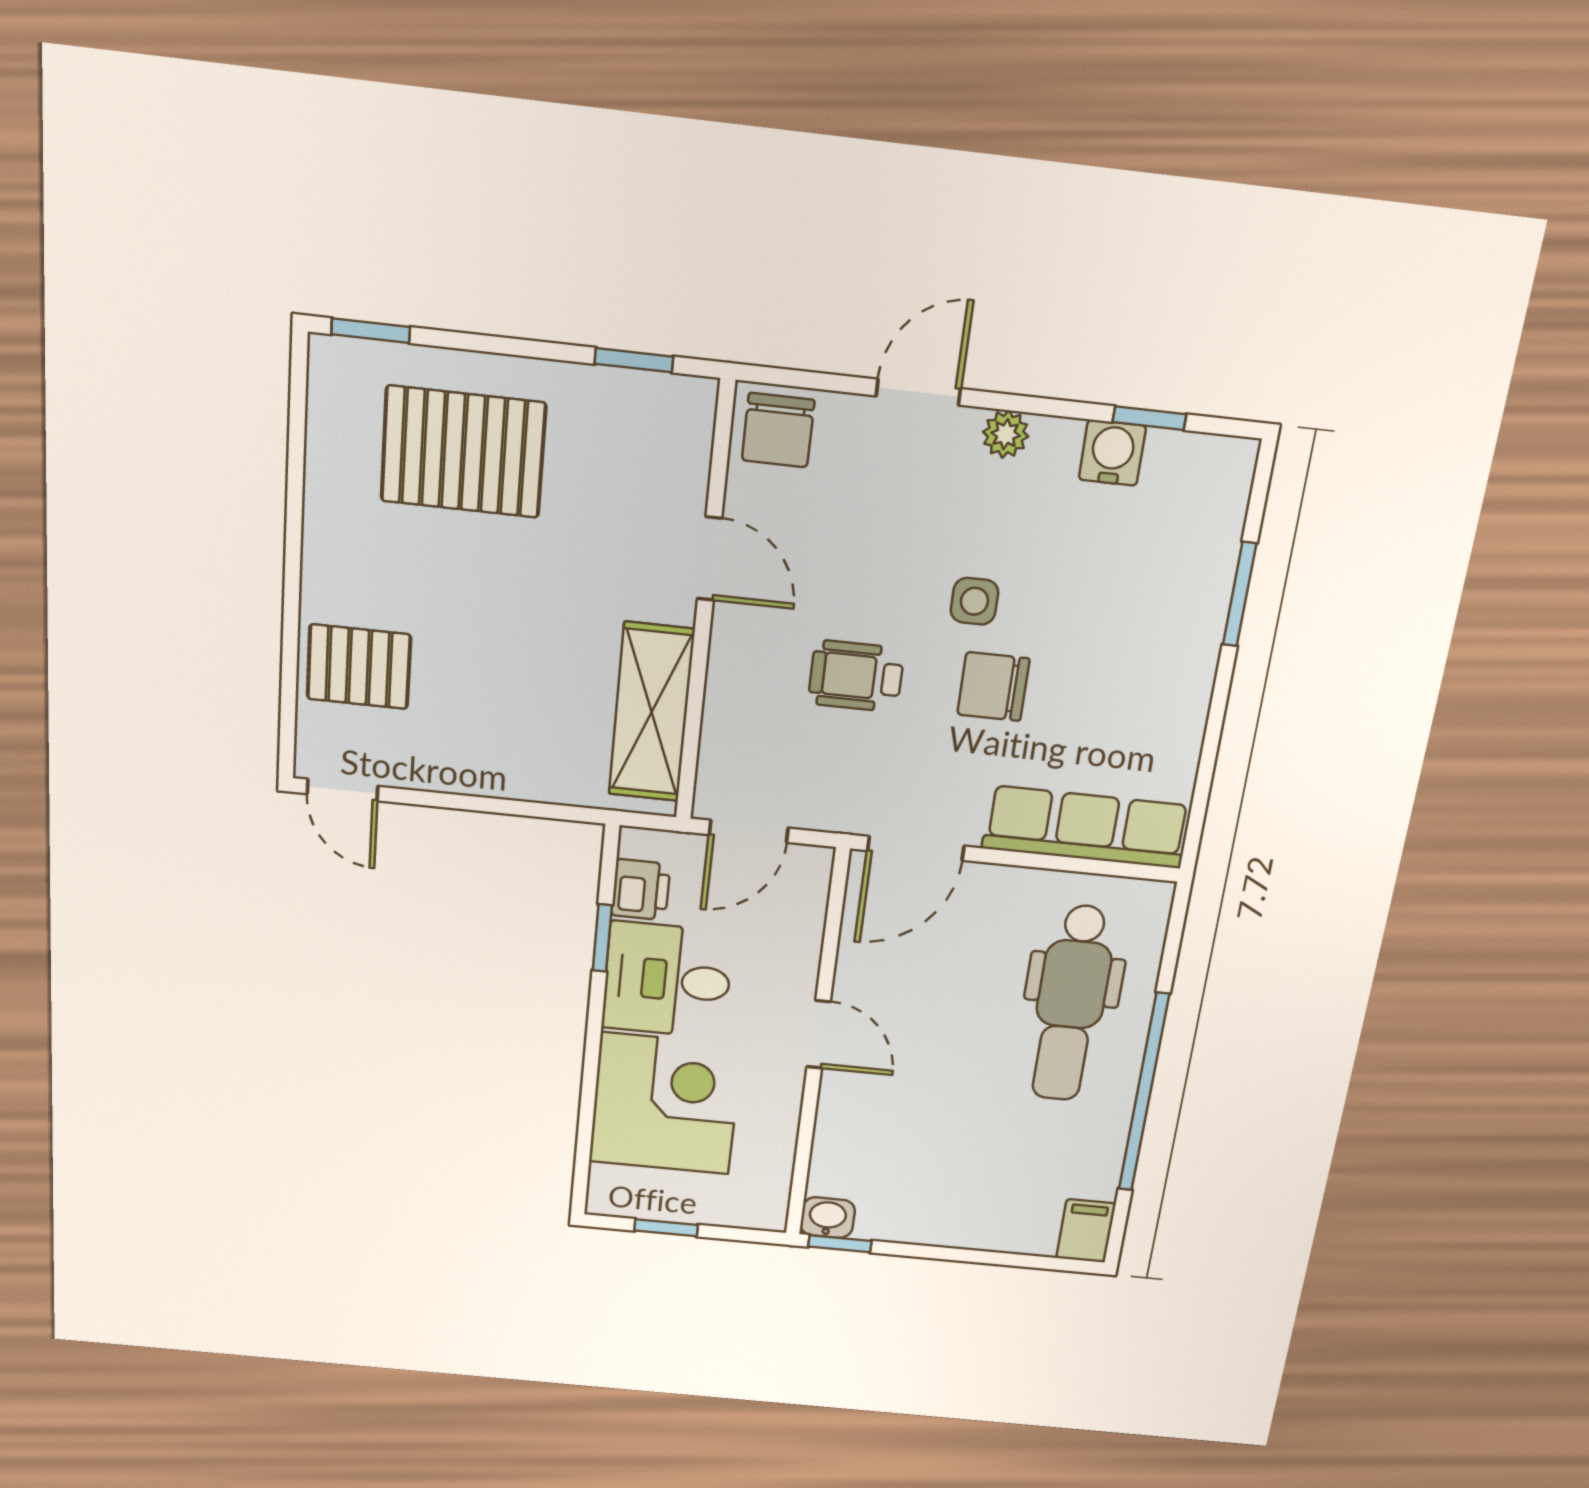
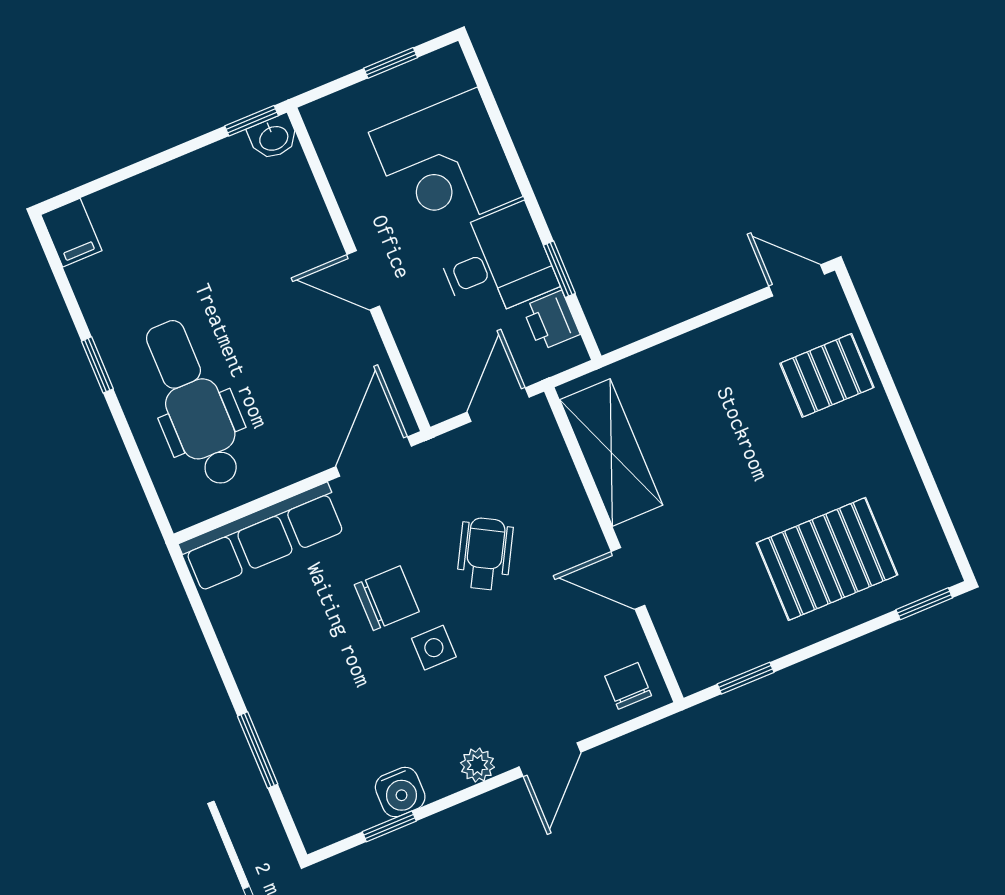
chair: (778, 430) -> (628, 686), width x0.73, depth x0.73
wheelchair: (856, 676) -> (485, 554), turned -61
window: (1144, 1093) -> (97, 365), width x0.32

